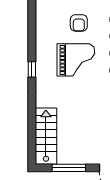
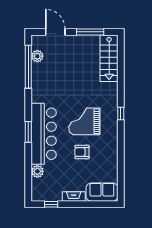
armchair: (79, 23) -> (82, 152), turned -90

